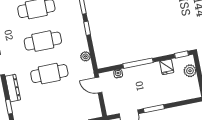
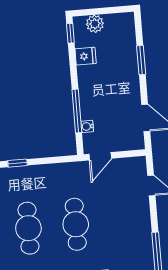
plant: (85, 56) -> (57, 170), removed
window: (138, 63) -> (77, 111), moved
window: (154, 109) -> (141, 60), moved

